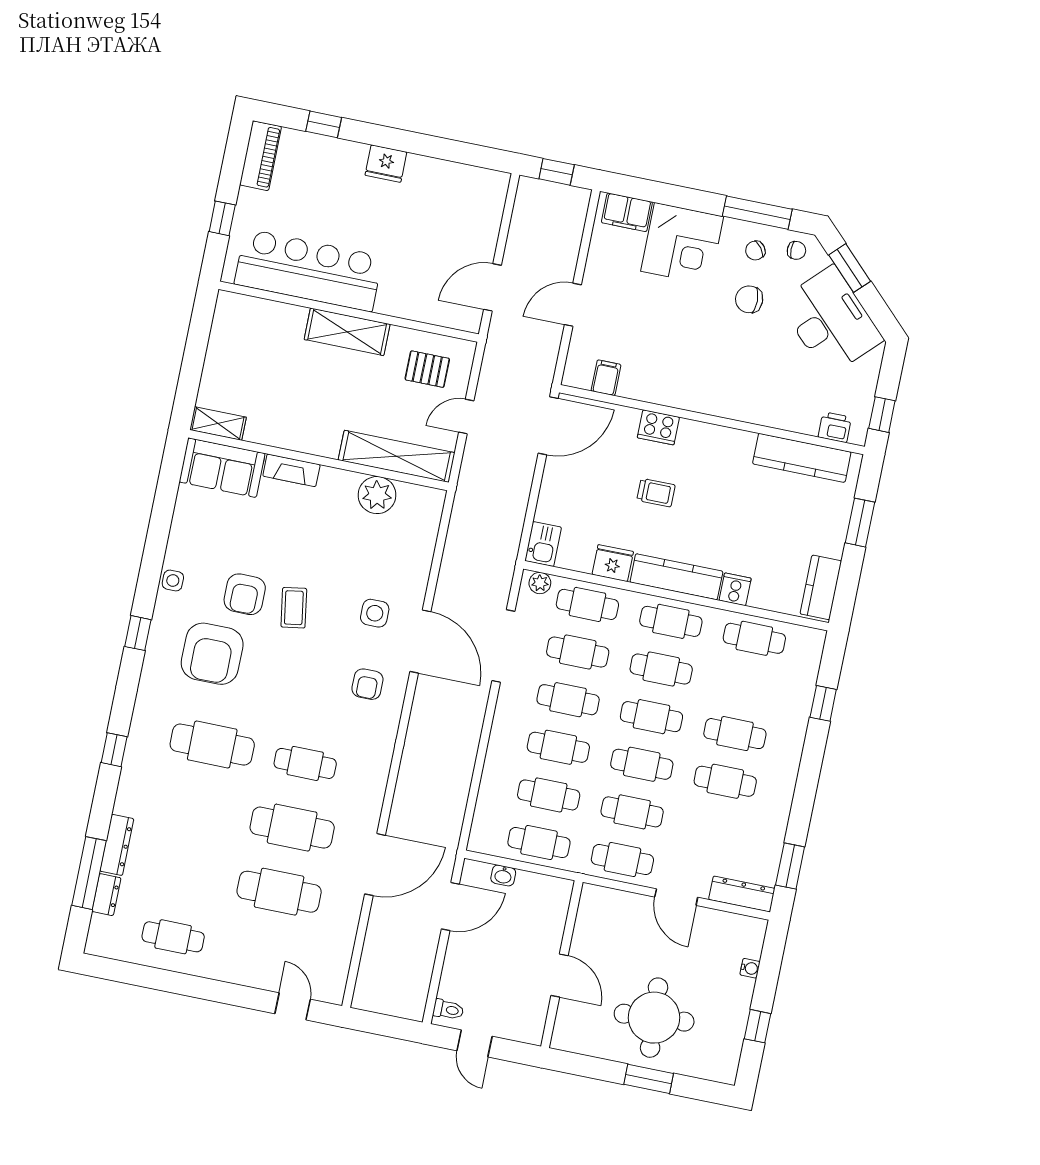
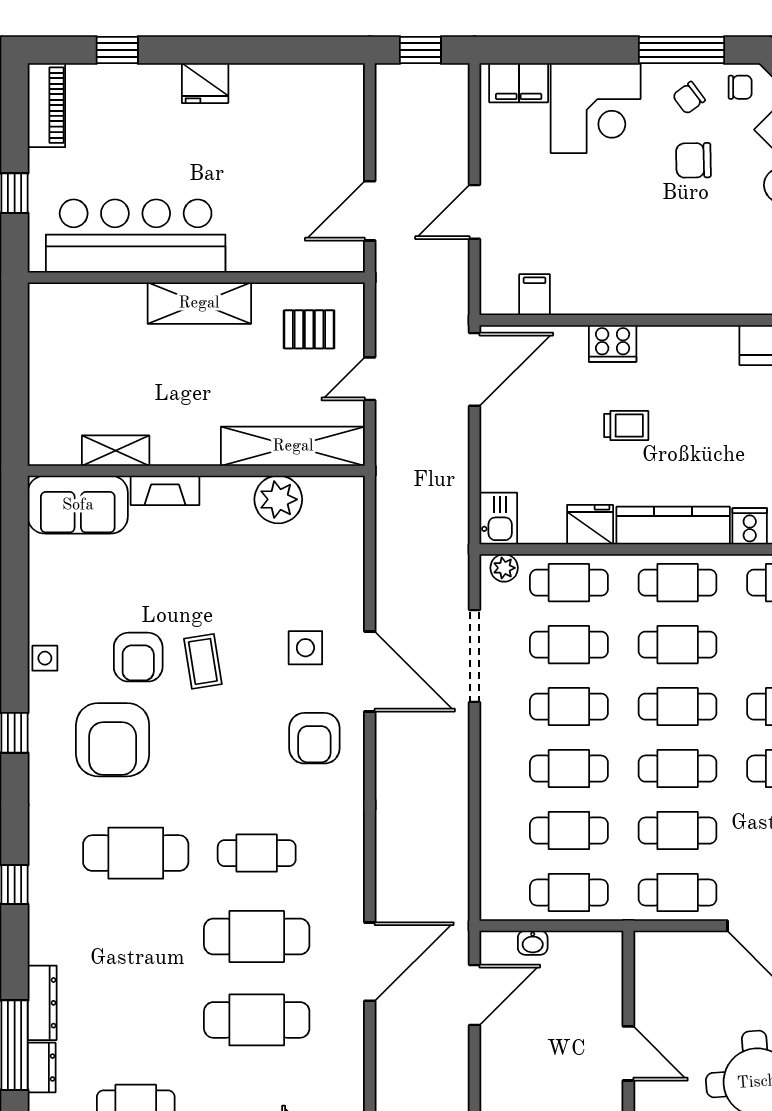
shelving: (218, 424) -> (116, 451), moved
armchair: (367, 684) -> (314, 738), width x1.38, depth x1.38

